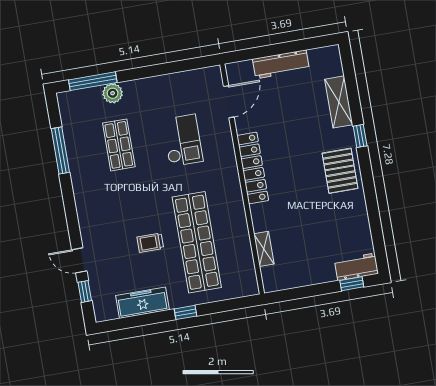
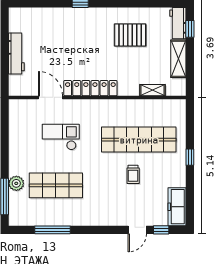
door: (229, 102) -> (51, 97), moved
shelving: (339, 102) -> (178, 59), moved, turned 90
shop shelf: (119, 145) -> (56, 185), width x1.43, depth x1.36
pallet: (340, 171) -> (130, 35), moved
freezer: (142, 303) -> (177, 207), moved

